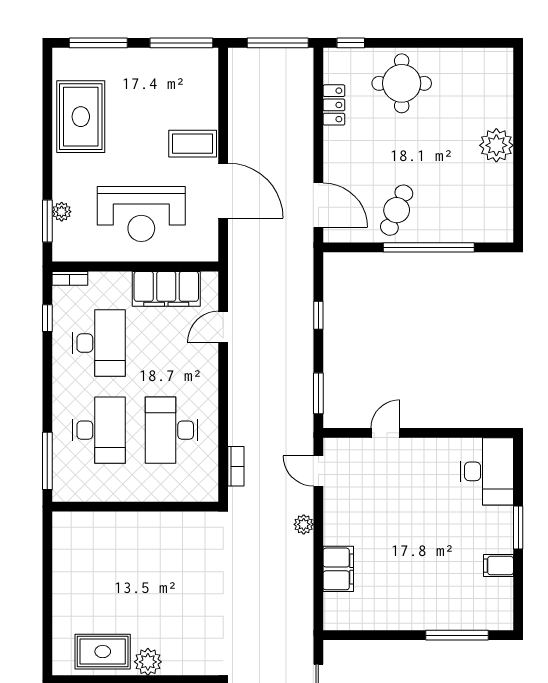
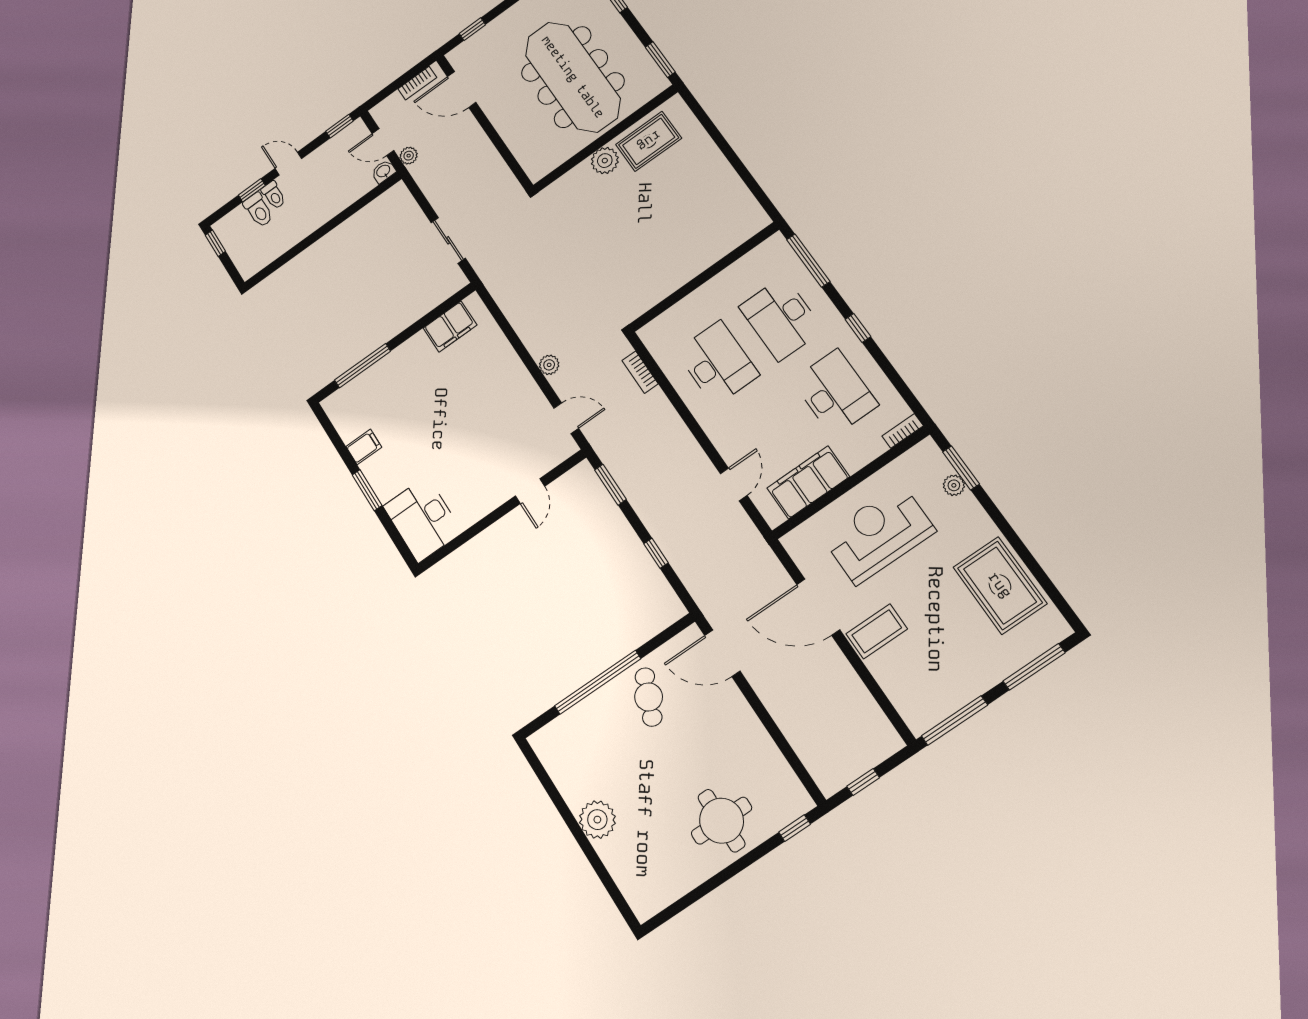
window: (278, 43) -> (863, 782), width x0.46
locker: (334, 105) -> (771, 757), removed
window: (47, 318) -> (858, 328), moved
desk: (99, 343) -> (835, 393), turned 180
filing cabinet: (338, 569) -> (450, 327), moved, turned -90

